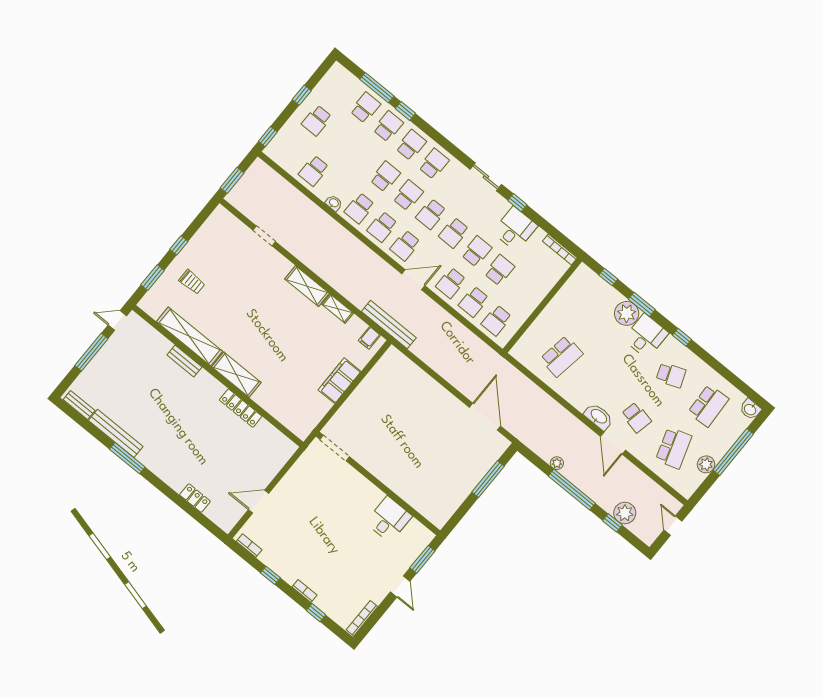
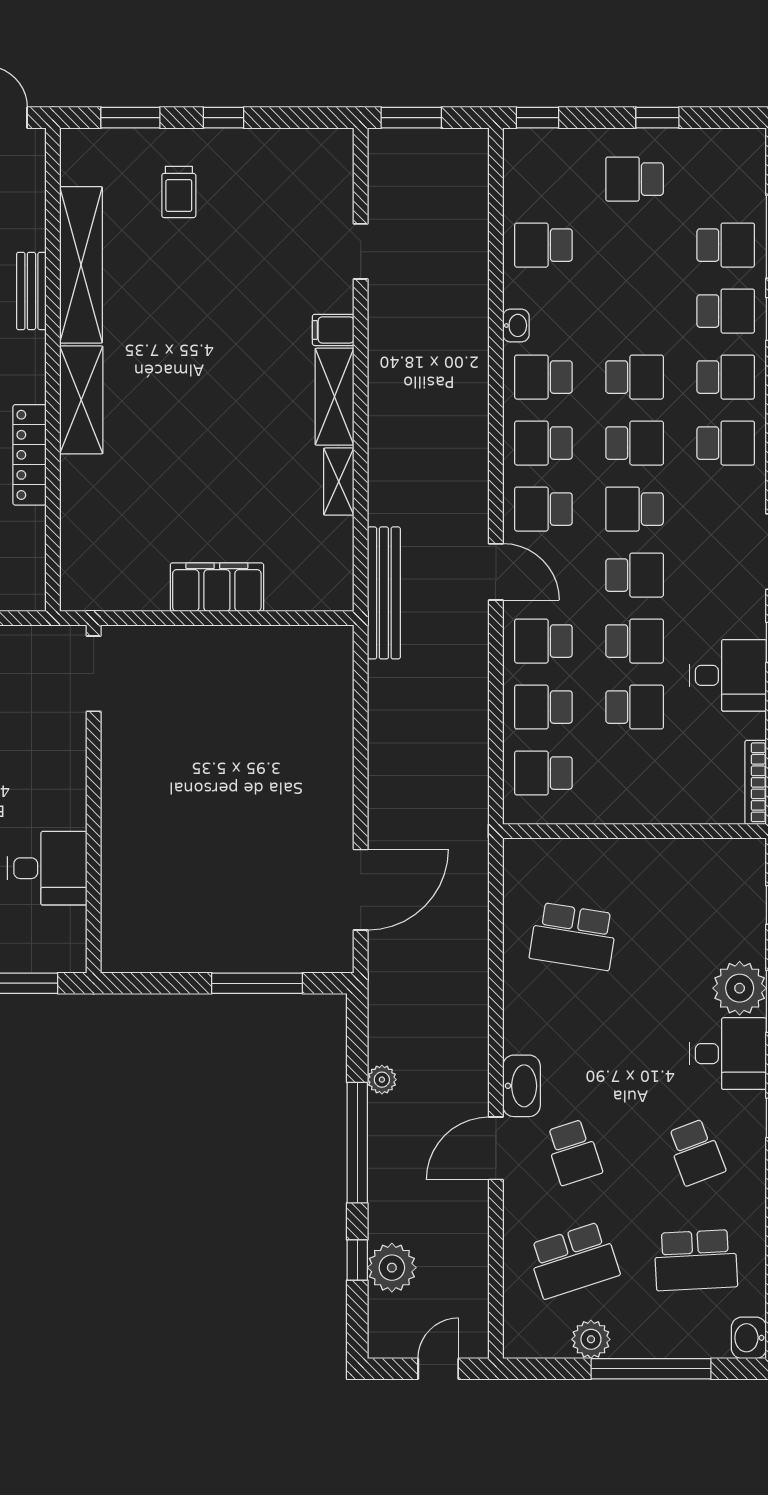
school desk: (454, 233) -> (635, 575), turned 180
filing cabinet: (369, 338) -> (333, 330), moved
school desk: (636, 417) -> (573, 1152), turned -30

